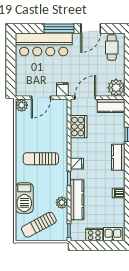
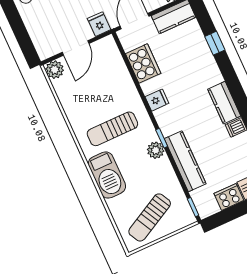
kitchen counter: (118, 157) -> (224, 103), moved
fridge: (77, 164) -> (157, 100), moved
barbecue: (24, 198) -> (107, 175), moved
plant: (62, 202) -> (156, 150), moved

